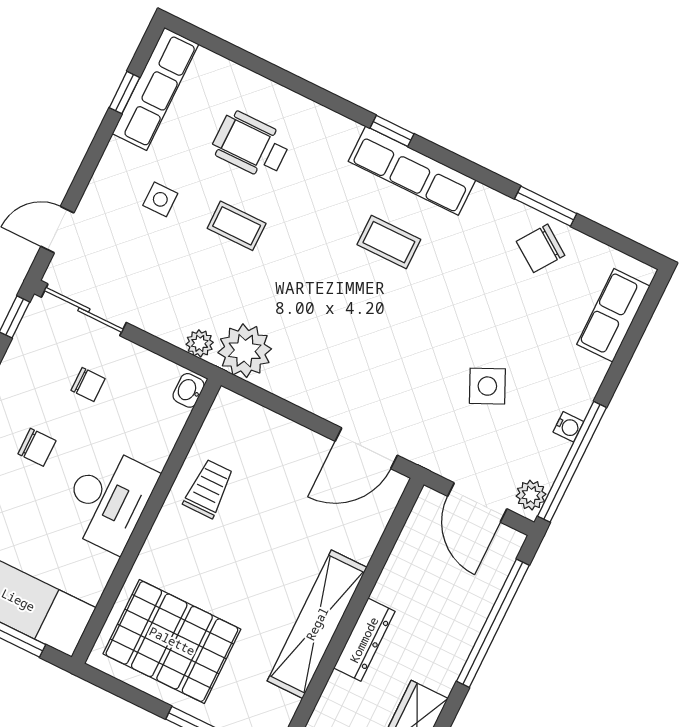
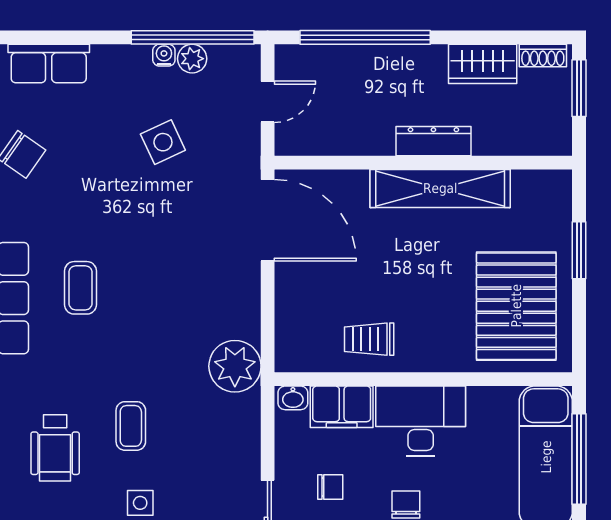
plant: (200, 343) -> (248, 408), removed
chair: (88, 385) -> (330, 487), turned 90
filing cabinet: (158, 432) -> (342, 407), added
door: (366, 448) -> (268, 220), width x1.36
plant: (531, 495) -> (192, 59), moved
door: (477, 503) -> (268, 102), width x0.73

